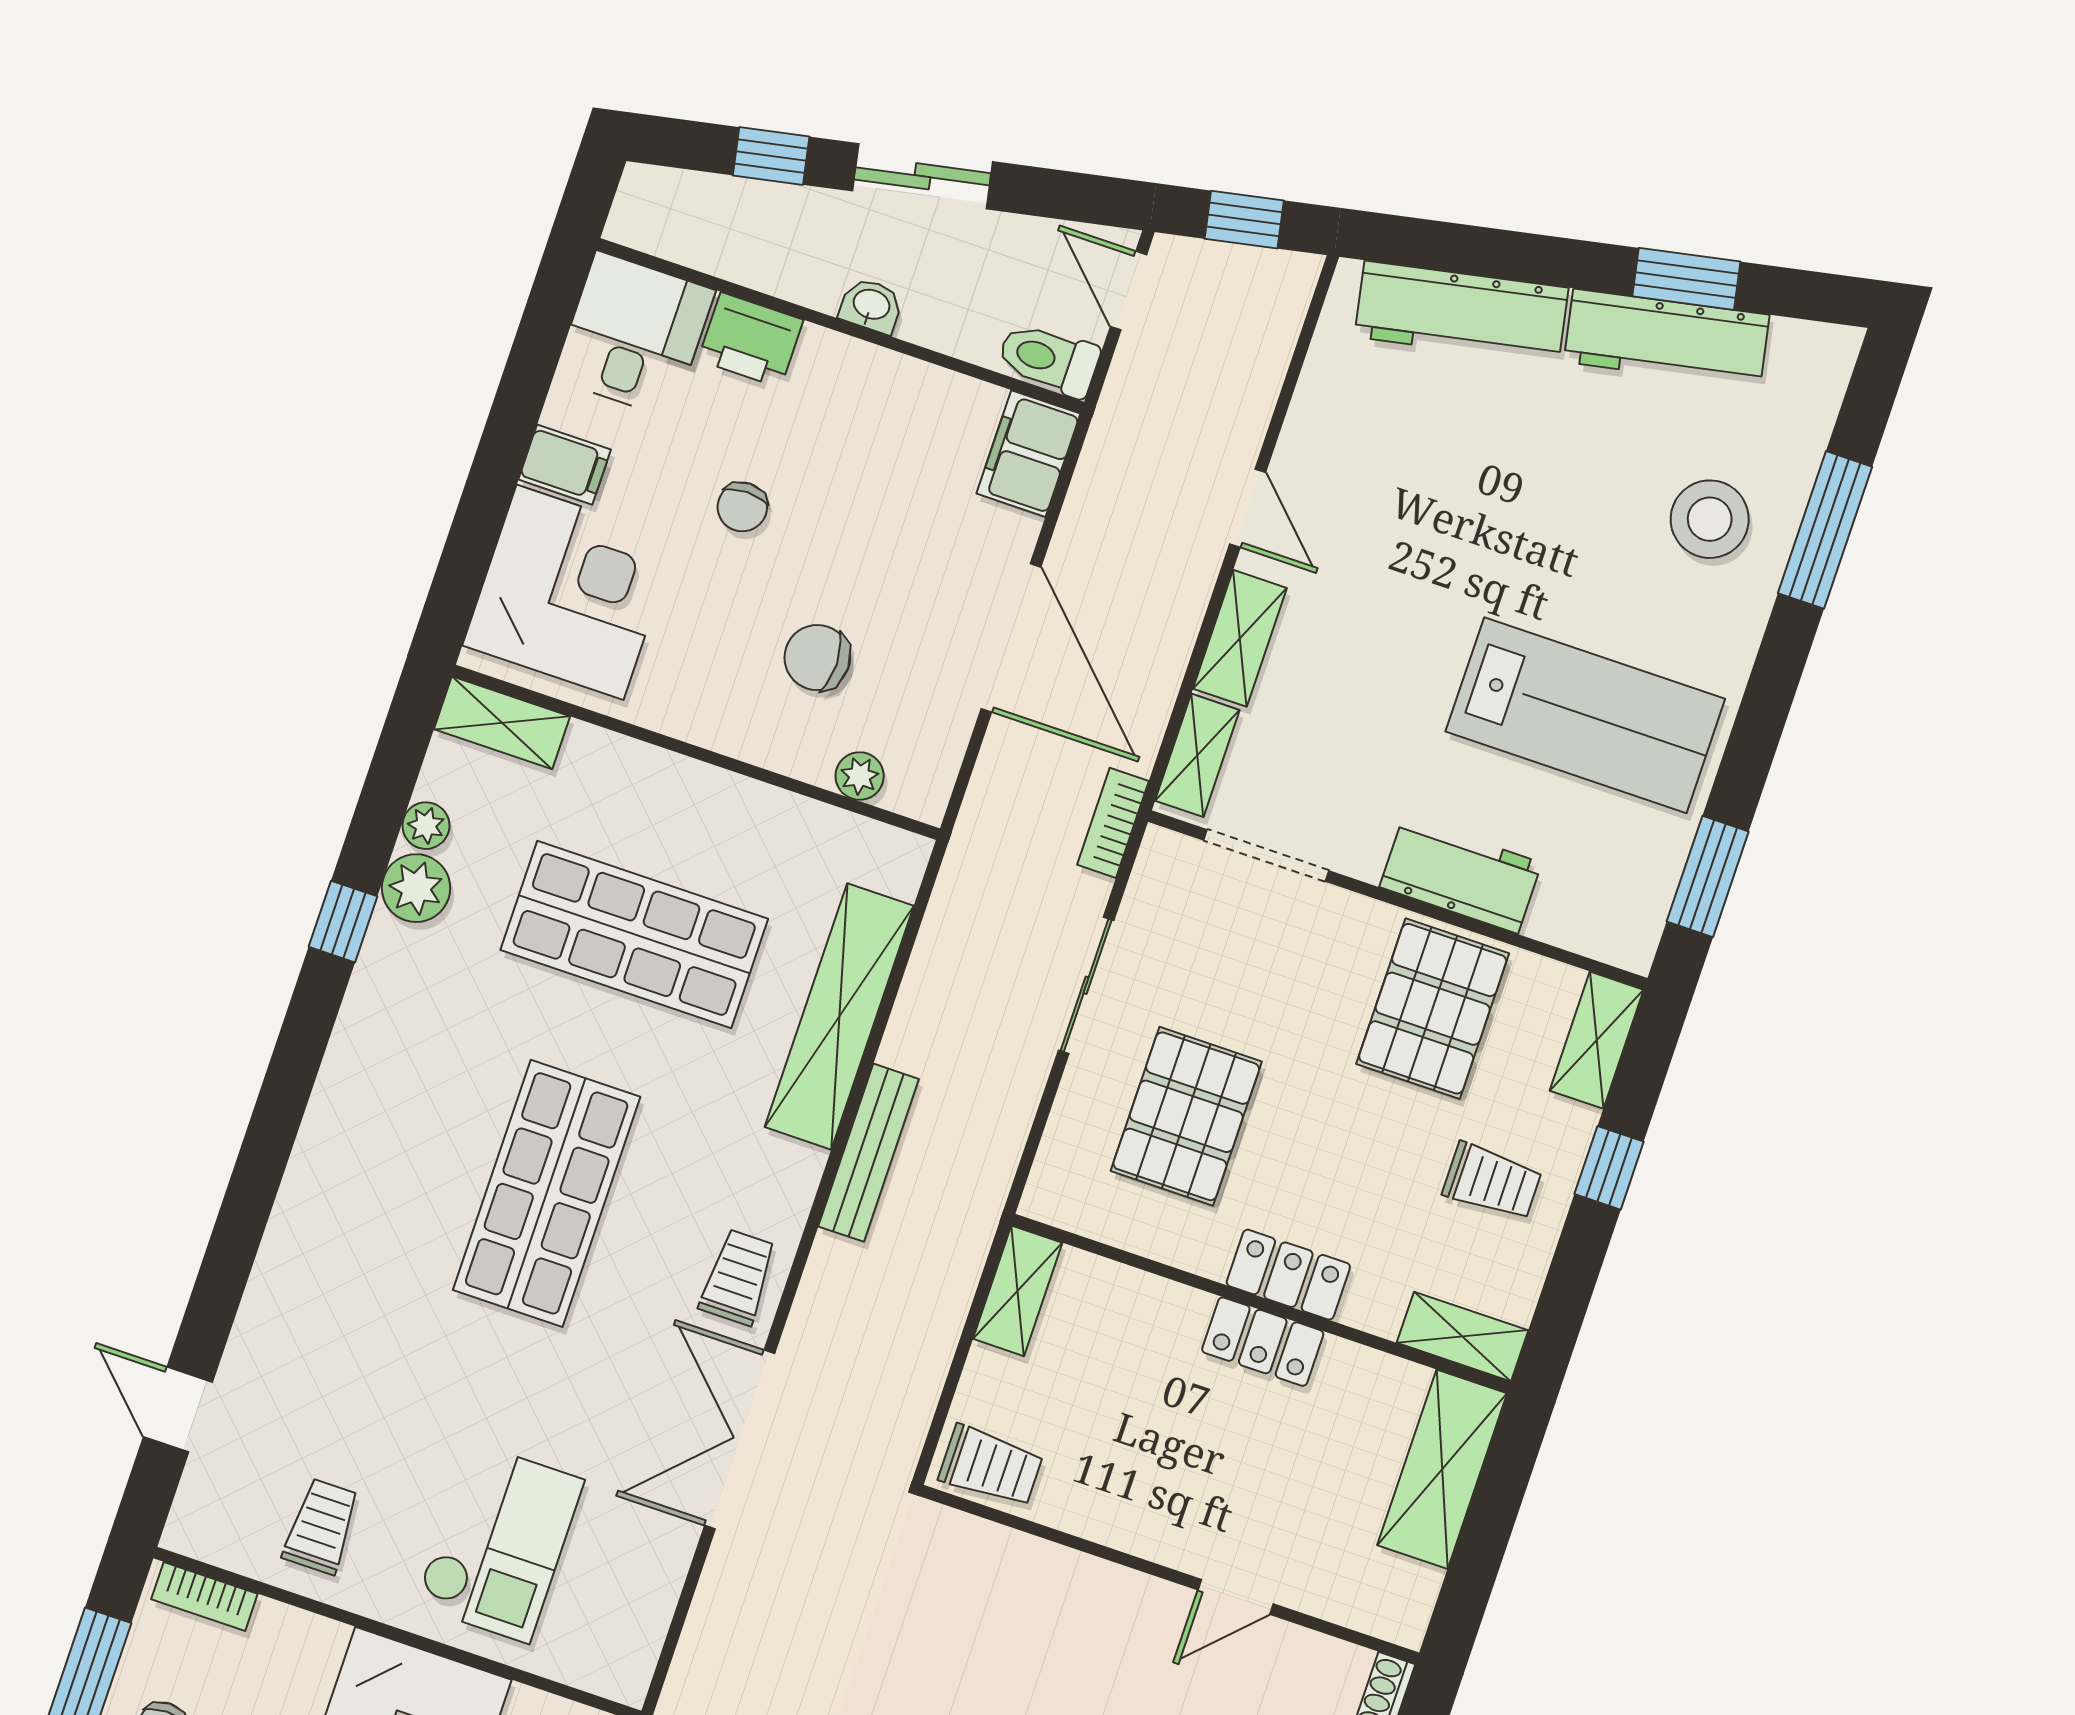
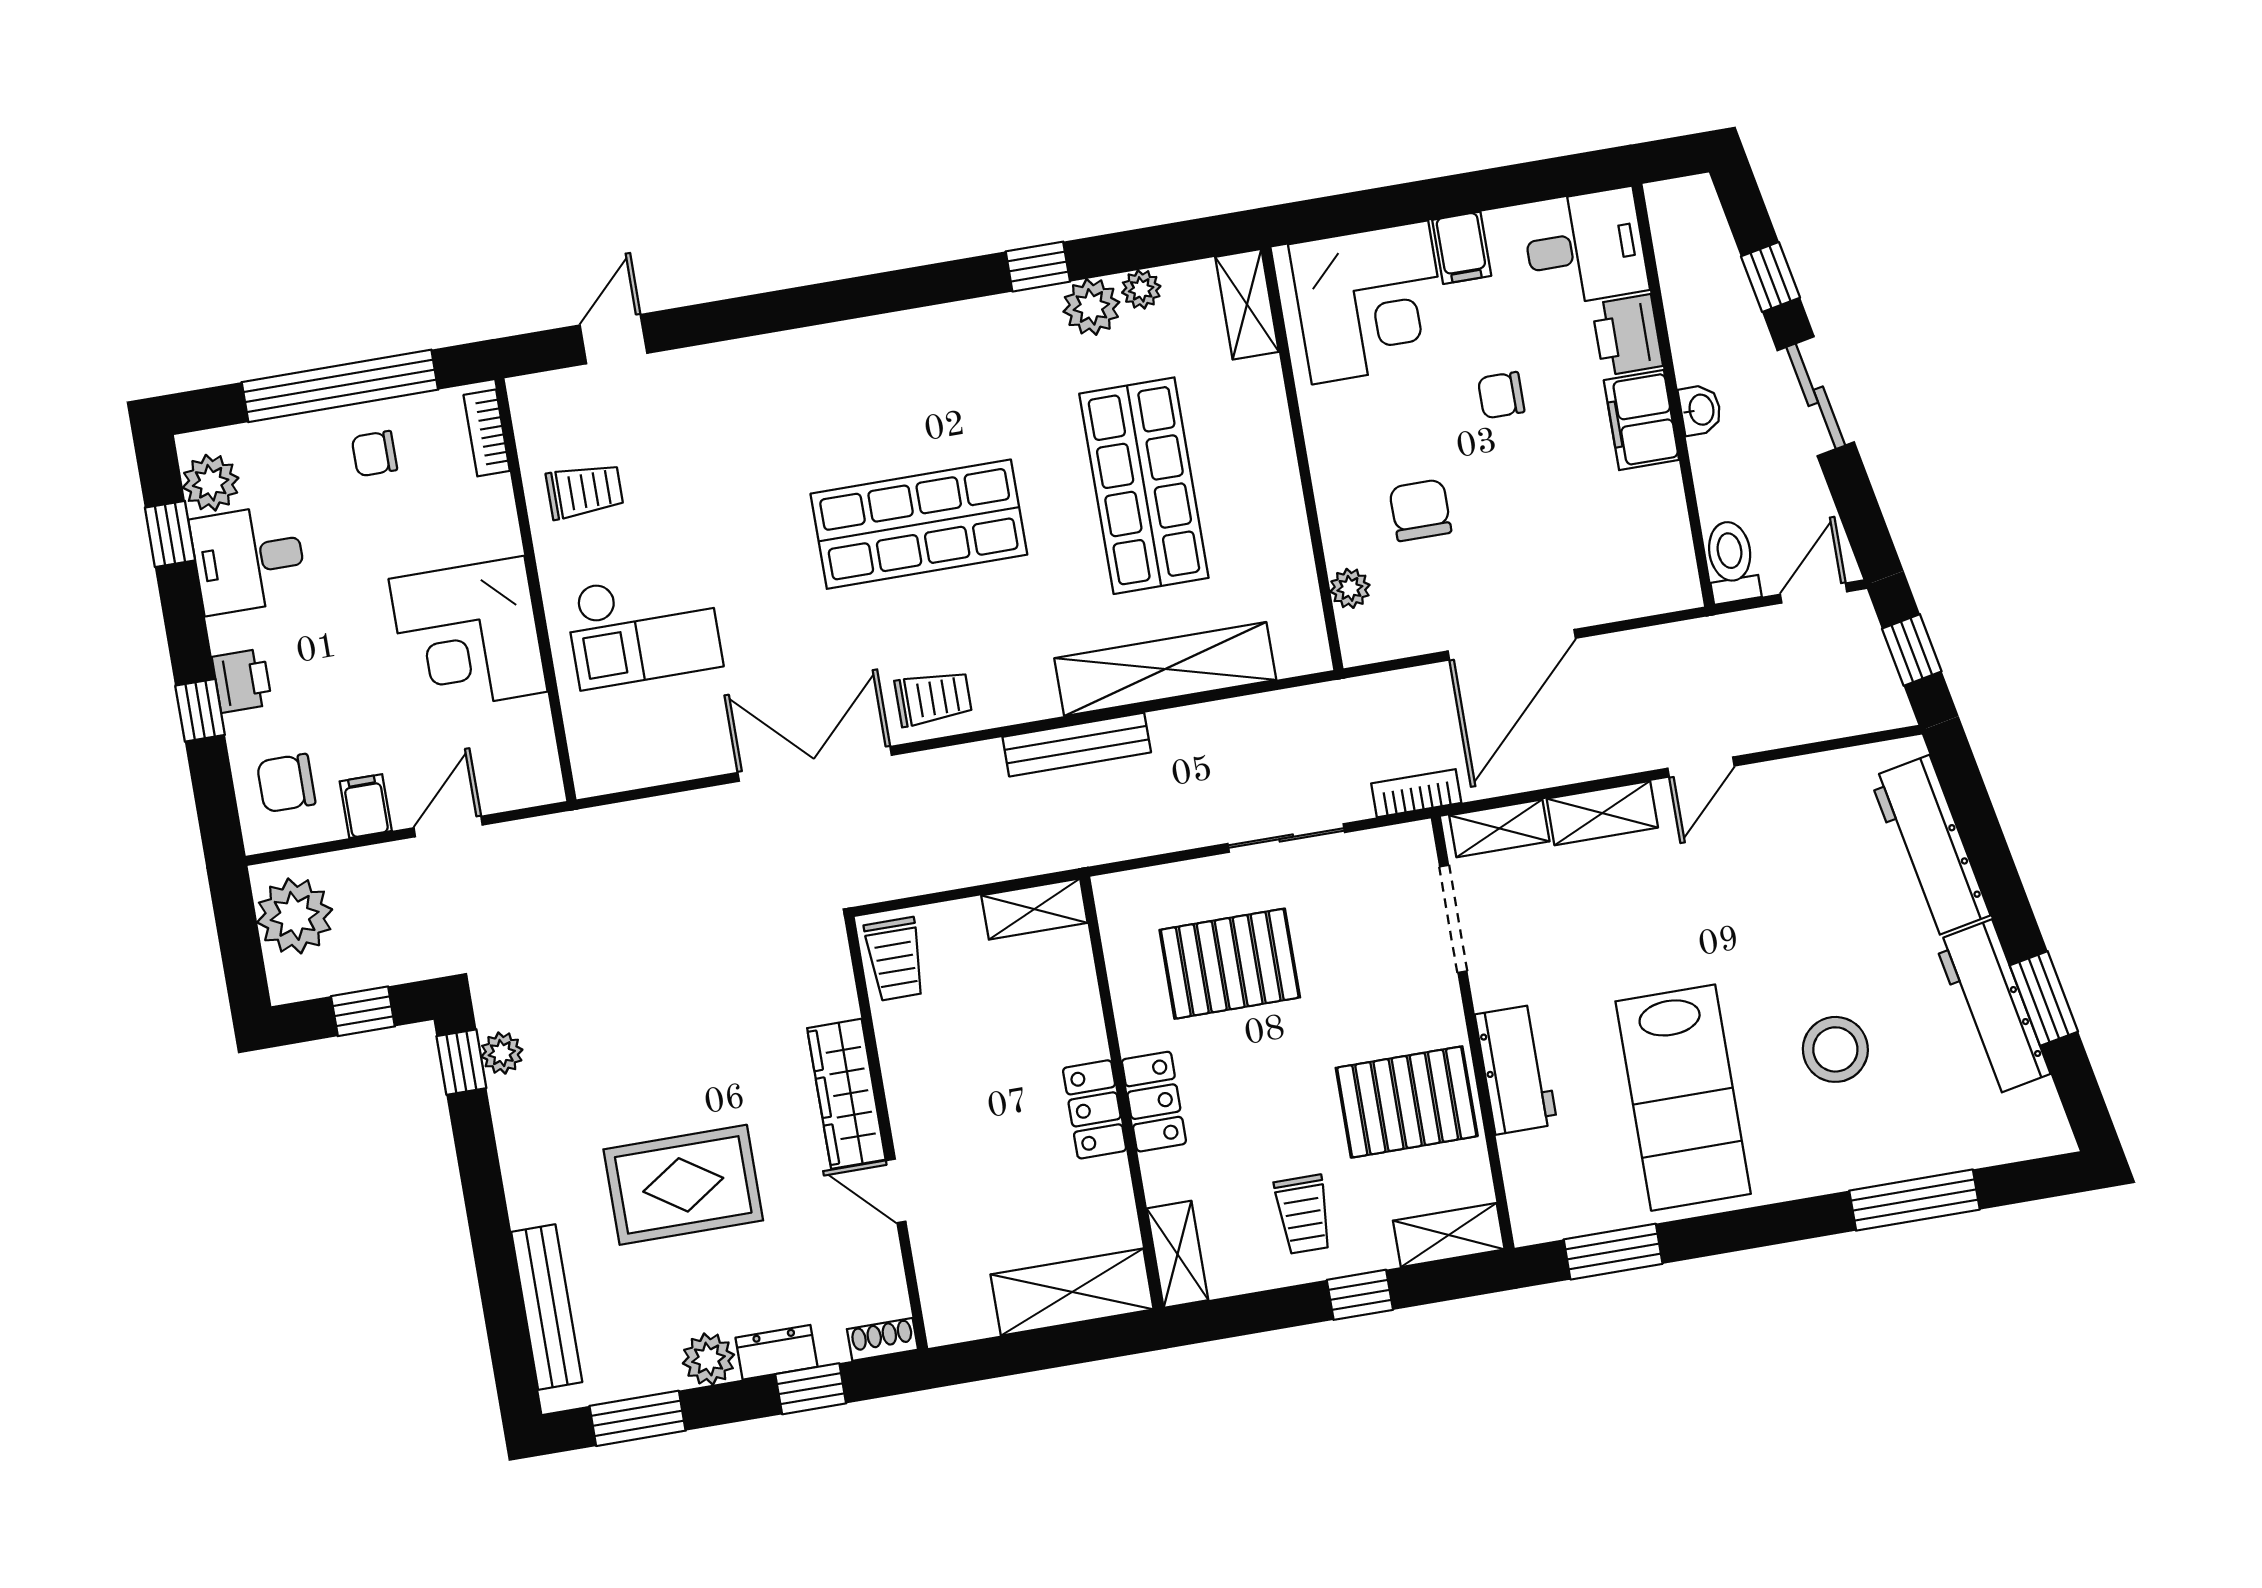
filing cabinet: (1028, 454) -> (1641, 420), moved, turned -90
stool: (1710, 519) -> (1835, 1049), moved
wardrobe: (1105, 1594) -> (846, 1094), added

